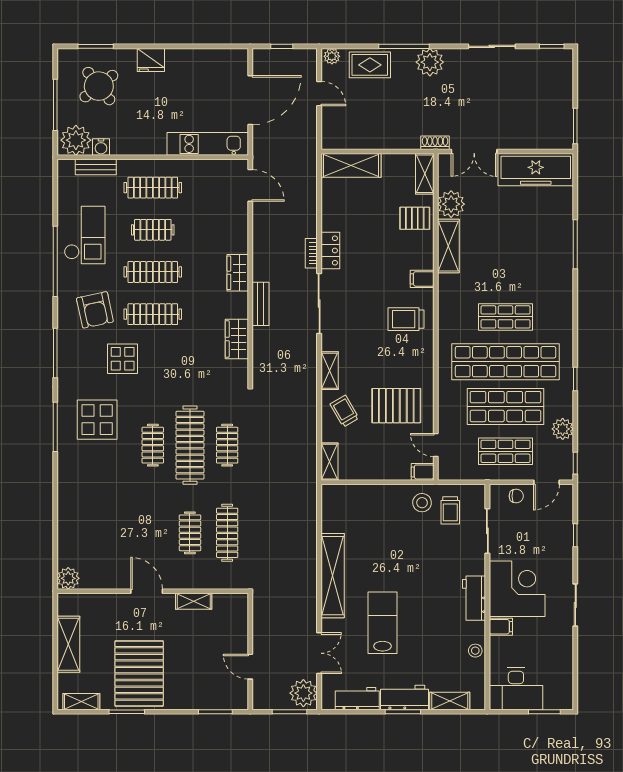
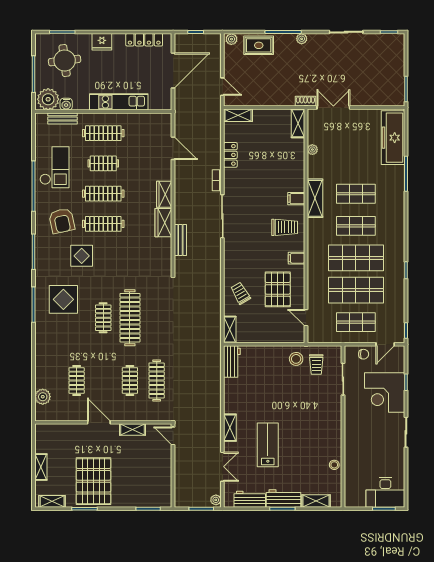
locker: (210, 57) -> (144, 40), added
plant: (430, 62) -> (302, 39), width x0.53, depth x0.53
round table: (99, 86) -> (65, 60), turned 31
door: (319, 94) -> (222, 87), moved
kitchen unit: (208, 144) -> (119, 102), moved
double door: (474, 152) -> (333, 107), swing flipped
shelving: (351, 165) -> (238, 115), width x0.67, depth x0.75
freezer: (536, 170) -> (393, 138), moved, turned 90
door: (250, 185) -> (173, 148), moved
plant: (451, 204) -> (312, 150), width x0.53, depth x0.53
pallet: (415, 218) -> (291, 155), removed
shelving: (448, 246) -> (315, 198), moved
locker: (330, 250) -> (230, 155), moved
shop shelf: (506, 272) -> (356, 194), added
bench: (260, 304) -> (180, 240), moved
trolley: (406, 319) -> (285, 227), turned 180
wardrobe: (237, 339) -> (163, 223), moved
shop shelf: (506, 362) -> (356, 258), width x0.71
shelving: (330, 371) -> (230, 264), removed
pallet: (396, 406) -> (278, 289), turned 90
plant: (563, 429) -> (397, 306), removed
clothes rail: (227, 445) -> (77, 380), moved
filing cabinet: (423, 472) -> (296, 258), moved
shelving: (333, 576) -> (230, 428), width x0.45, depth x0.75
plant: (68, 578) -> (43, 397), moved
corner desk: (517, 589) -> (385, 392), moved, turned 180
workbench: (474, 598) -> (232, 362), moved, turned 180
filing cabinet: (501, 627) -> (353, 448), removed
shelving: (68, 644) -> (41, 467), width x0.67, depth x0.75
door: (250, 667) -> (173, 436), moved
desk: (516, 689) -> (385, 492), moved
plant: (303, 693) -> (216, 500), width x0.53, depth x0.53

